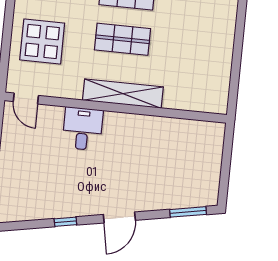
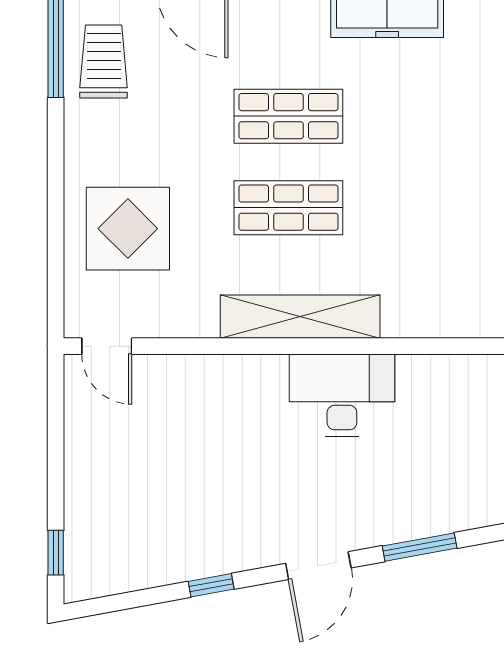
desk: (83, 129) -> (342, 395), moved, width x1.37
window: (188, 212) -> (420, 547), moved

